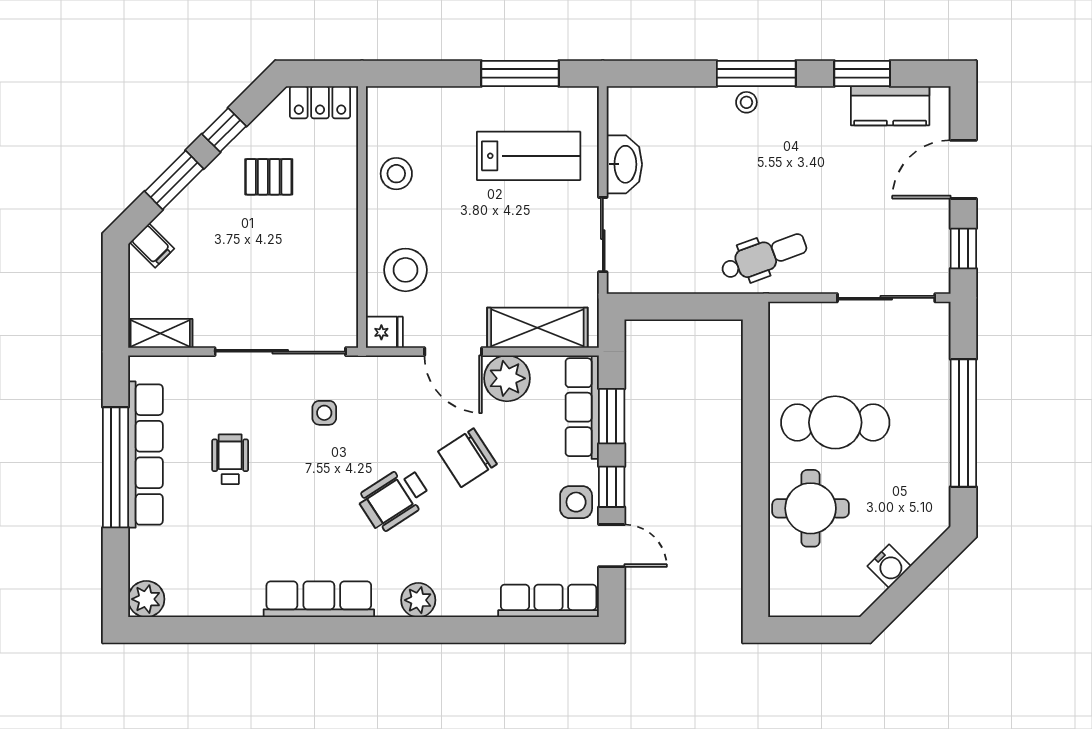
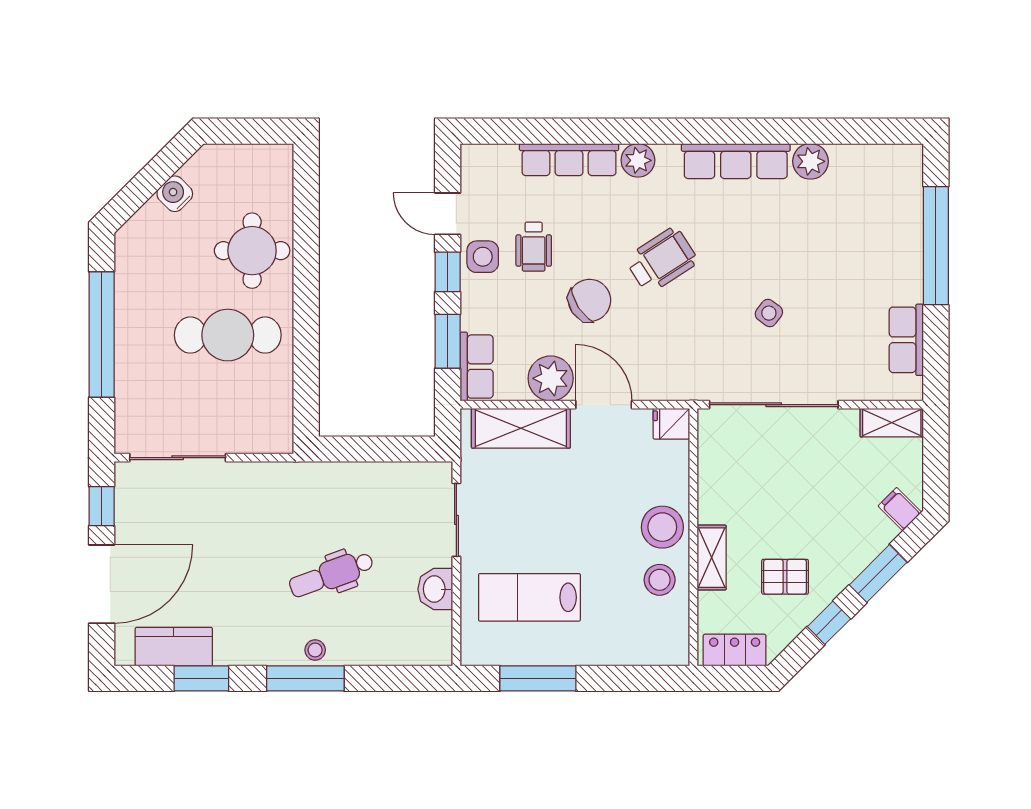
washbasin: (624, 164) -> (435, 589), width x0.72
door: (963, 169) -> (102, 584), width x1.36
shelving: (343, 196) -> (712, 558), added
dental chair: (764, 257) -> (331, 574), moved
stool: (406, 270) -> (662, 527), moved
row of seats: (582, 407) -> (477, 367), width x0.68
side table: (324, 413) -> (769, 313), moved, turned 37
row of seats: (145, 455) -> (906, 340), width x0.50
wheelchair: (230, 459) -> (534, 247), moved
window: (115, 467) -> (936, 246), moved
plant: (146, 599) -> (810, 161), moved
row of seats: (549, 601) -> (569, 160), moved

